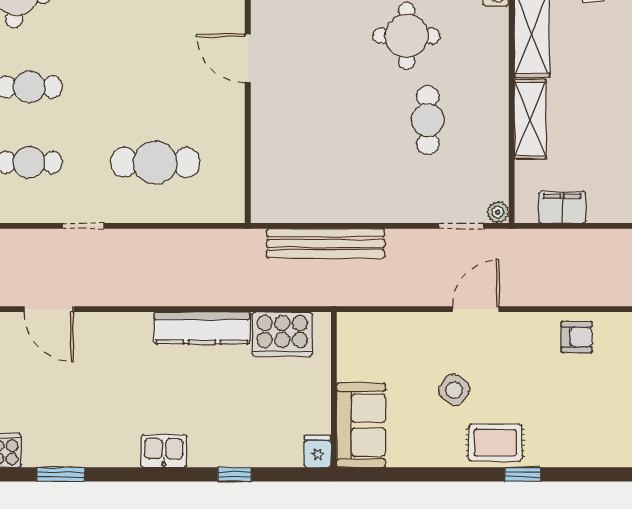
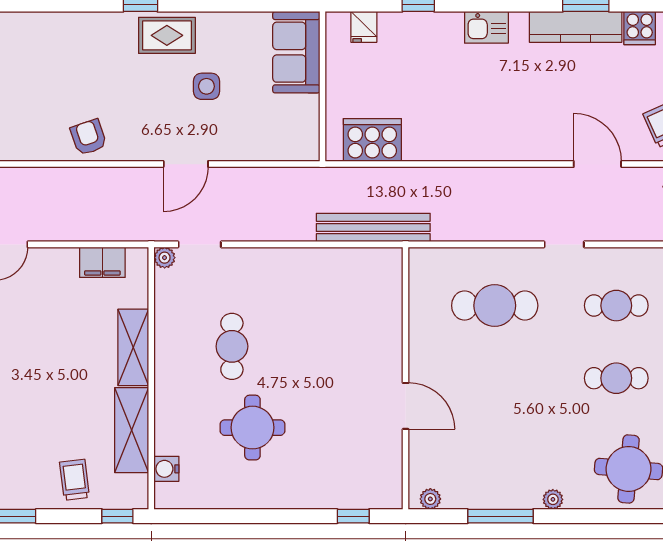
bench: (326, 243) -> (373, 227), moved
kitchen counter: (202, 328) -> (576, 27), moved, turned 180
armchair: (577, 337) -> (89, 137), turned 71
side table: (454, 390) -> (206, 86), turned -36
fridge: (318, 451) -> (364, 27), moved

